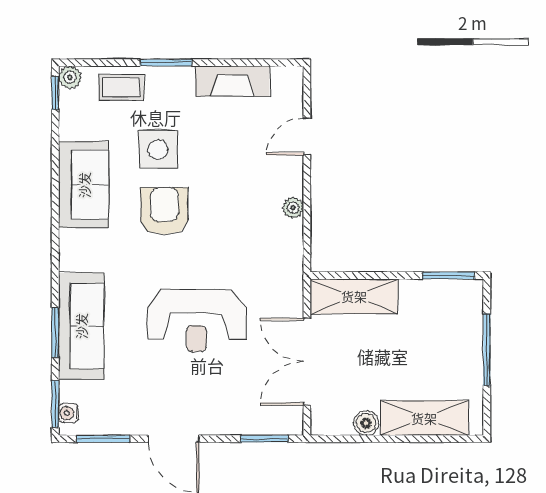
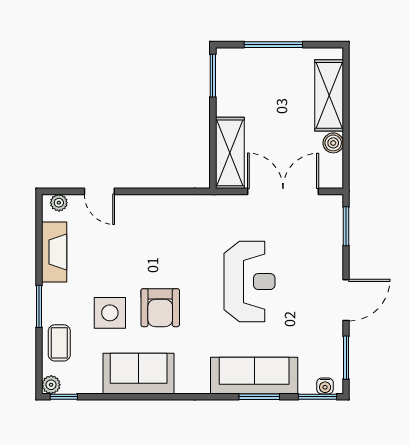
plant: (293, 208) -> (59, 203), moved
armchair: (164, 211) -> (160, 308), turned -90
double door: (307, 362) -> (283, 191), swing flipped

